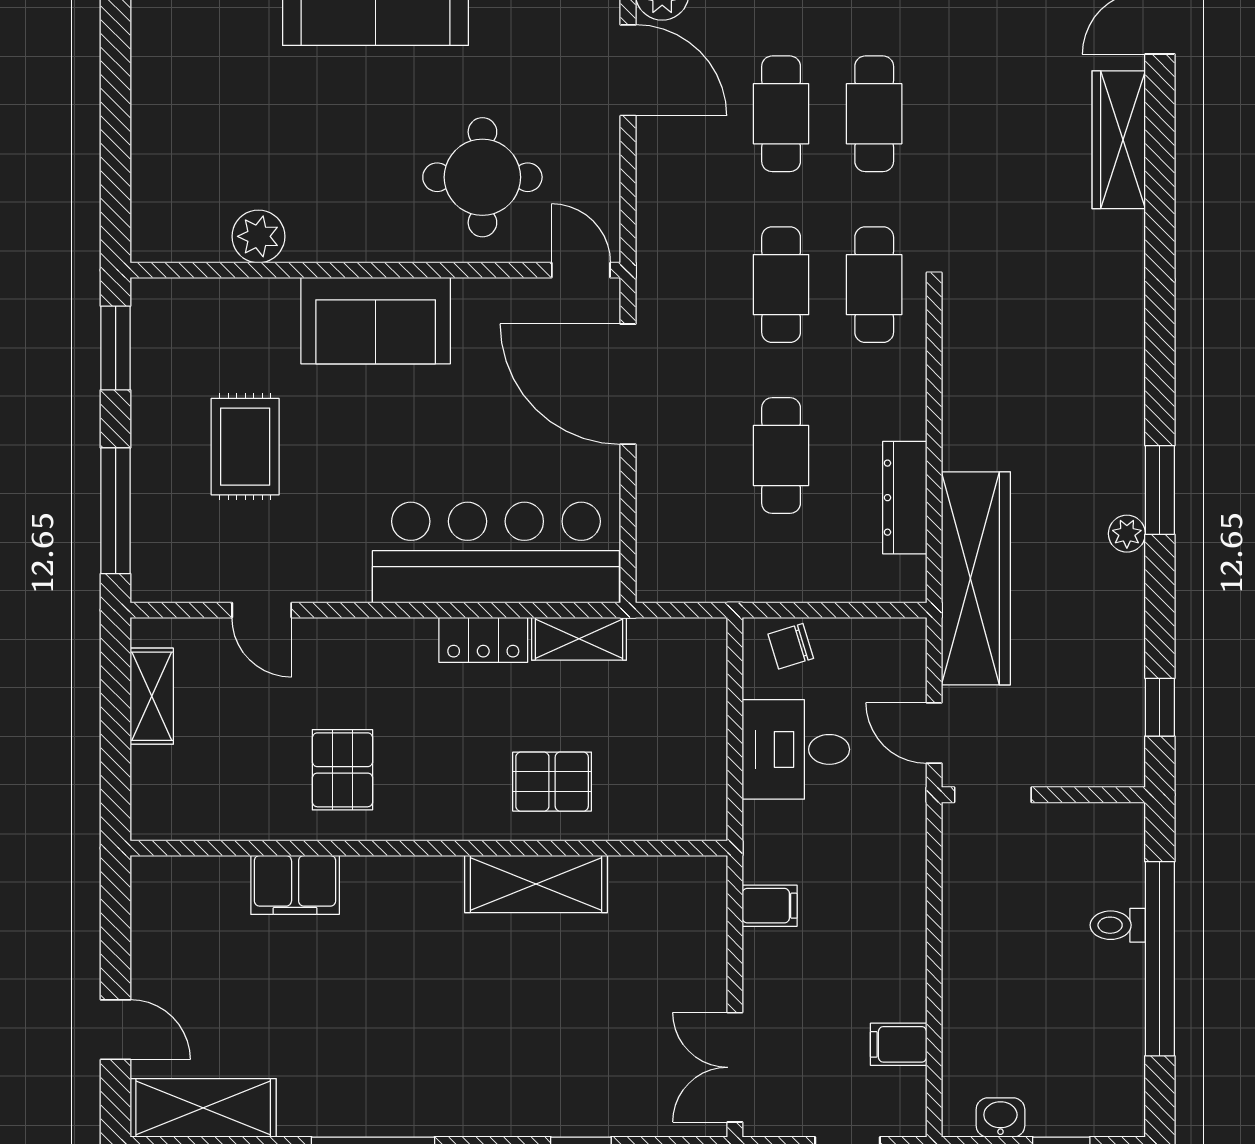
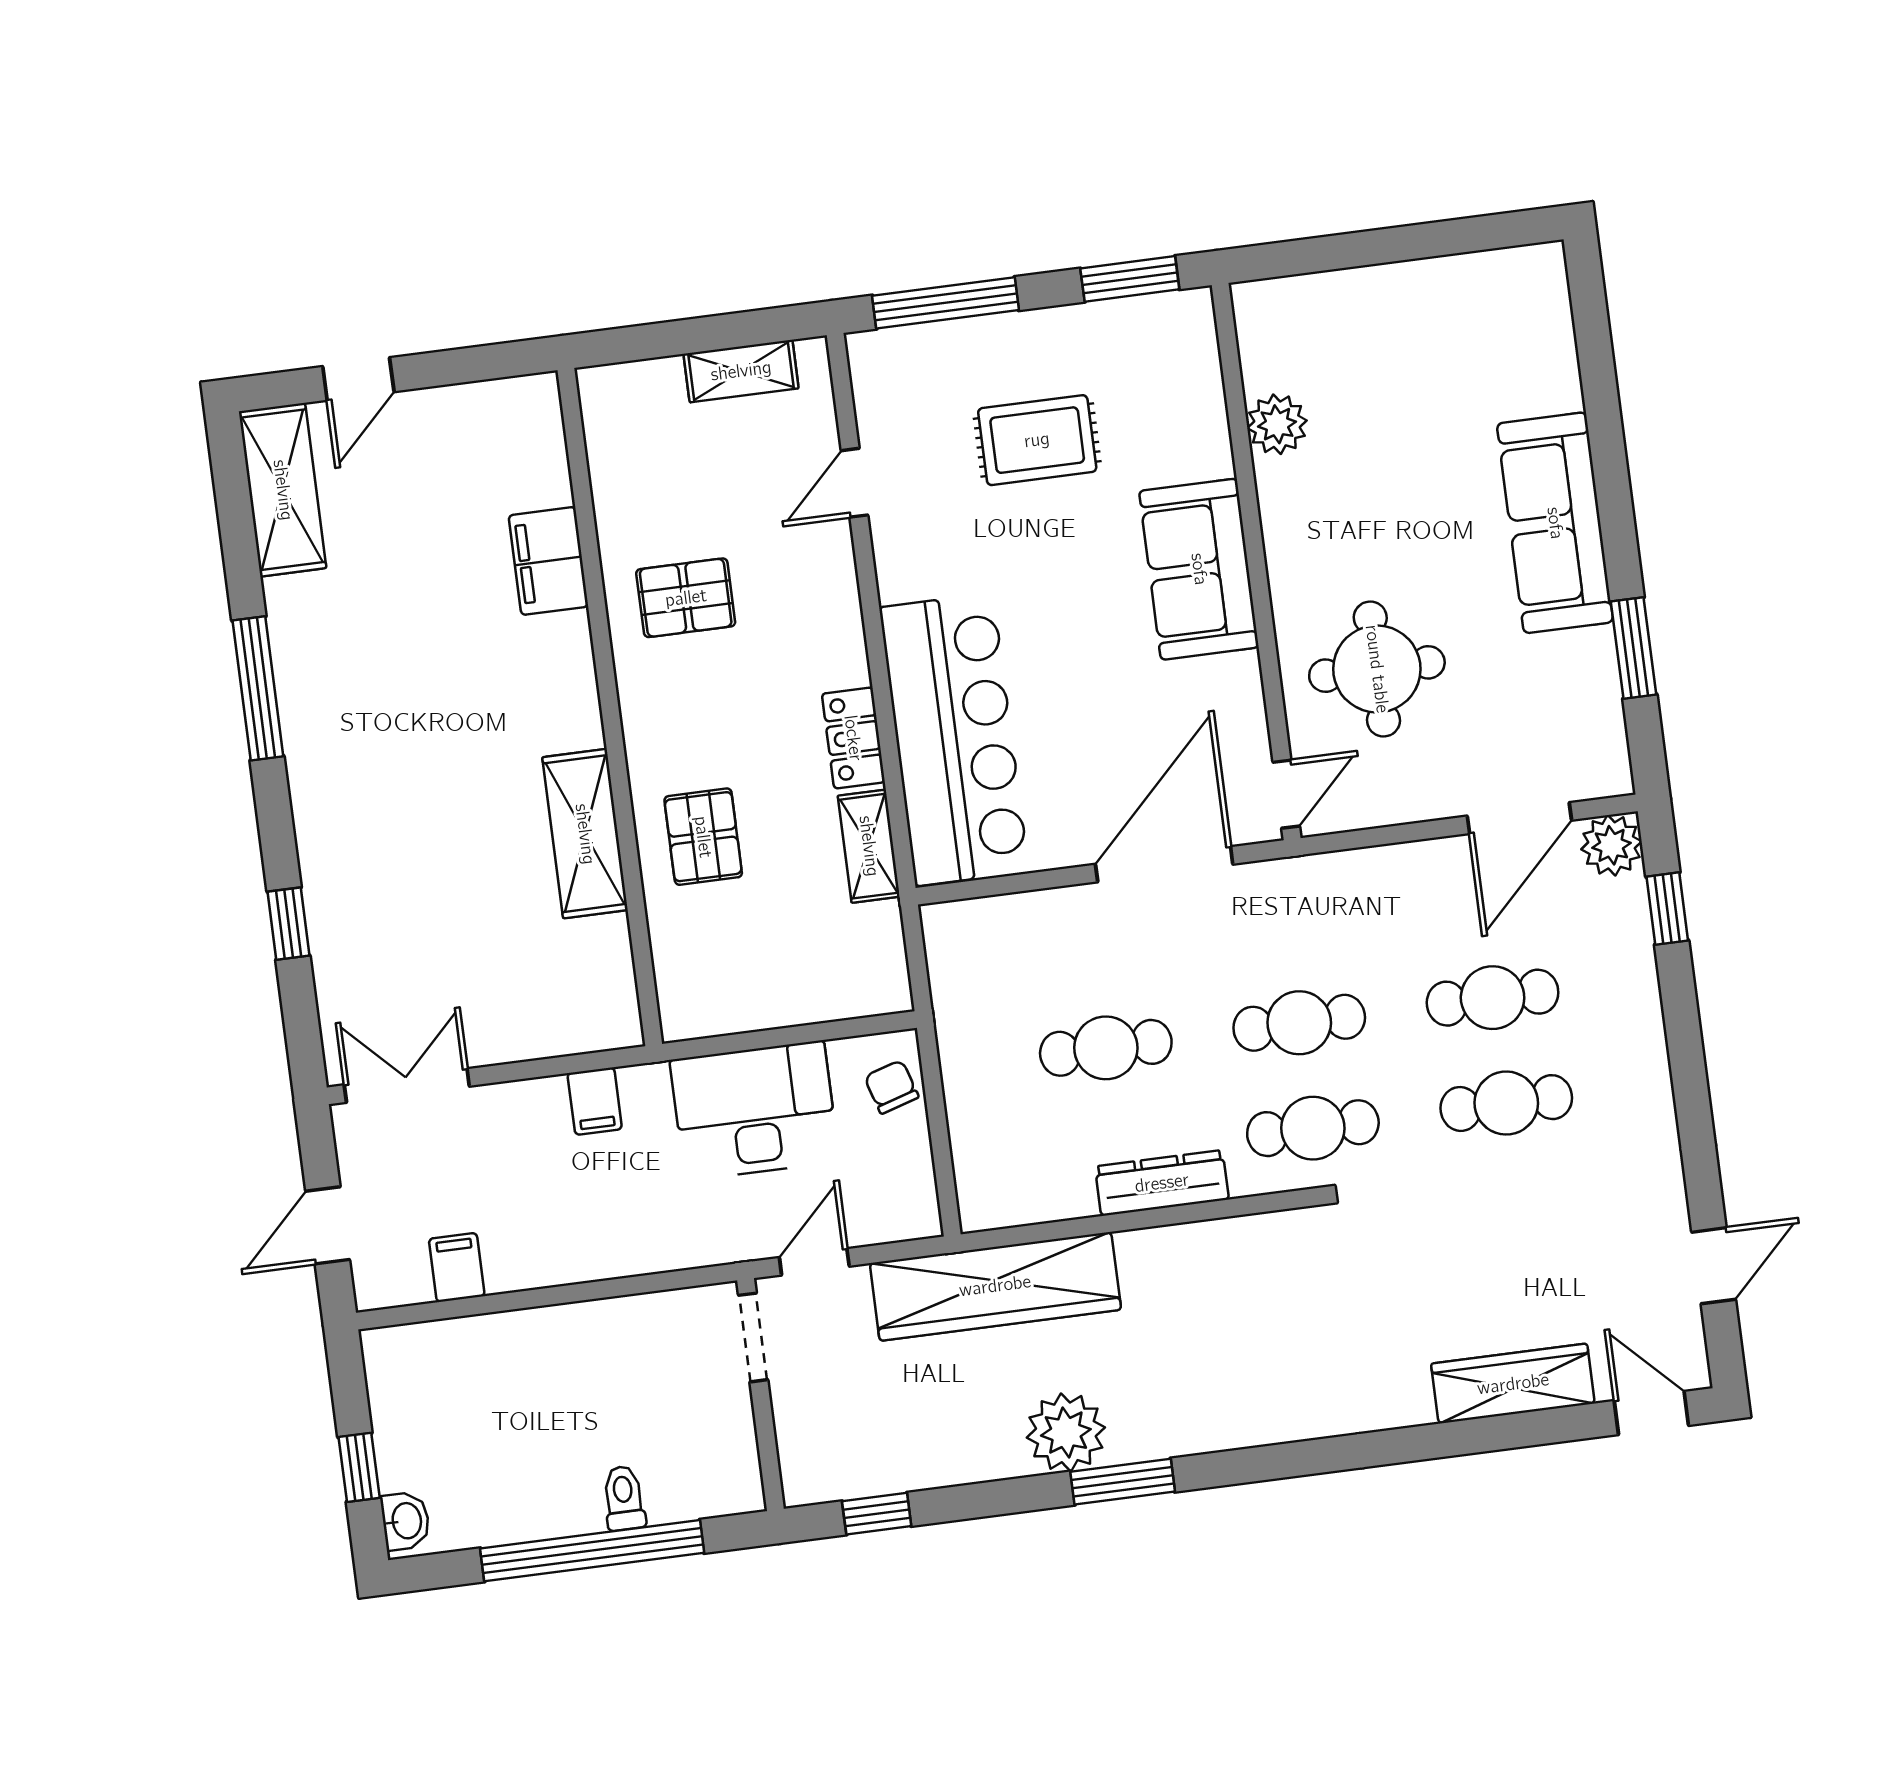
dresser: (905, 498) -> (1162, 1183), moved
plant: (1127, 534) -> (1066, 1432), width x1.87, depth x1.87
desk: (796, 749) -> (754, 1111), width x1.37
washbasin: (1000, 1117) -> (405, 1521), moved

